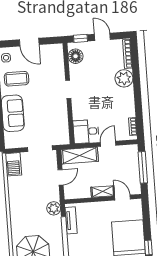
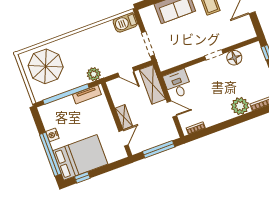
floor lamp: (76, 56) -> (234, 58), moved

